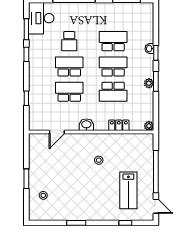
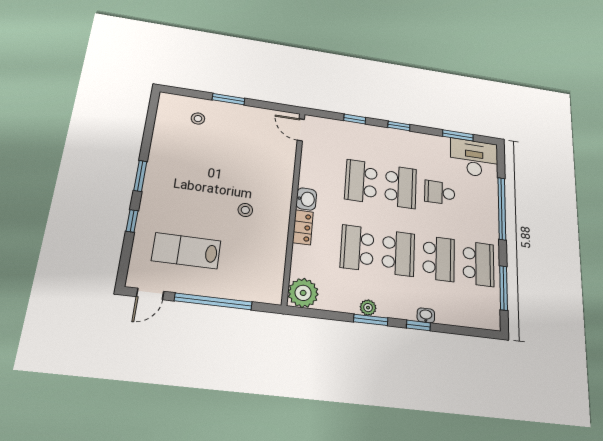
school desk: (113, 16) -> (479, 264), added
window: (26, 54) -> (399, 126), moved
school desk: (69, 92) -> (361, 181), turned 180
locker: (119, 125) -> (303, 227), moved
plant: (149, 126) -> (303, 293), width x1.88, depth x1.88
door: (57, 132) -> (301, 130), moved
window: (76, 223) -> (140, 176), moved
window: (125, 223) -> (132, 221), moved

